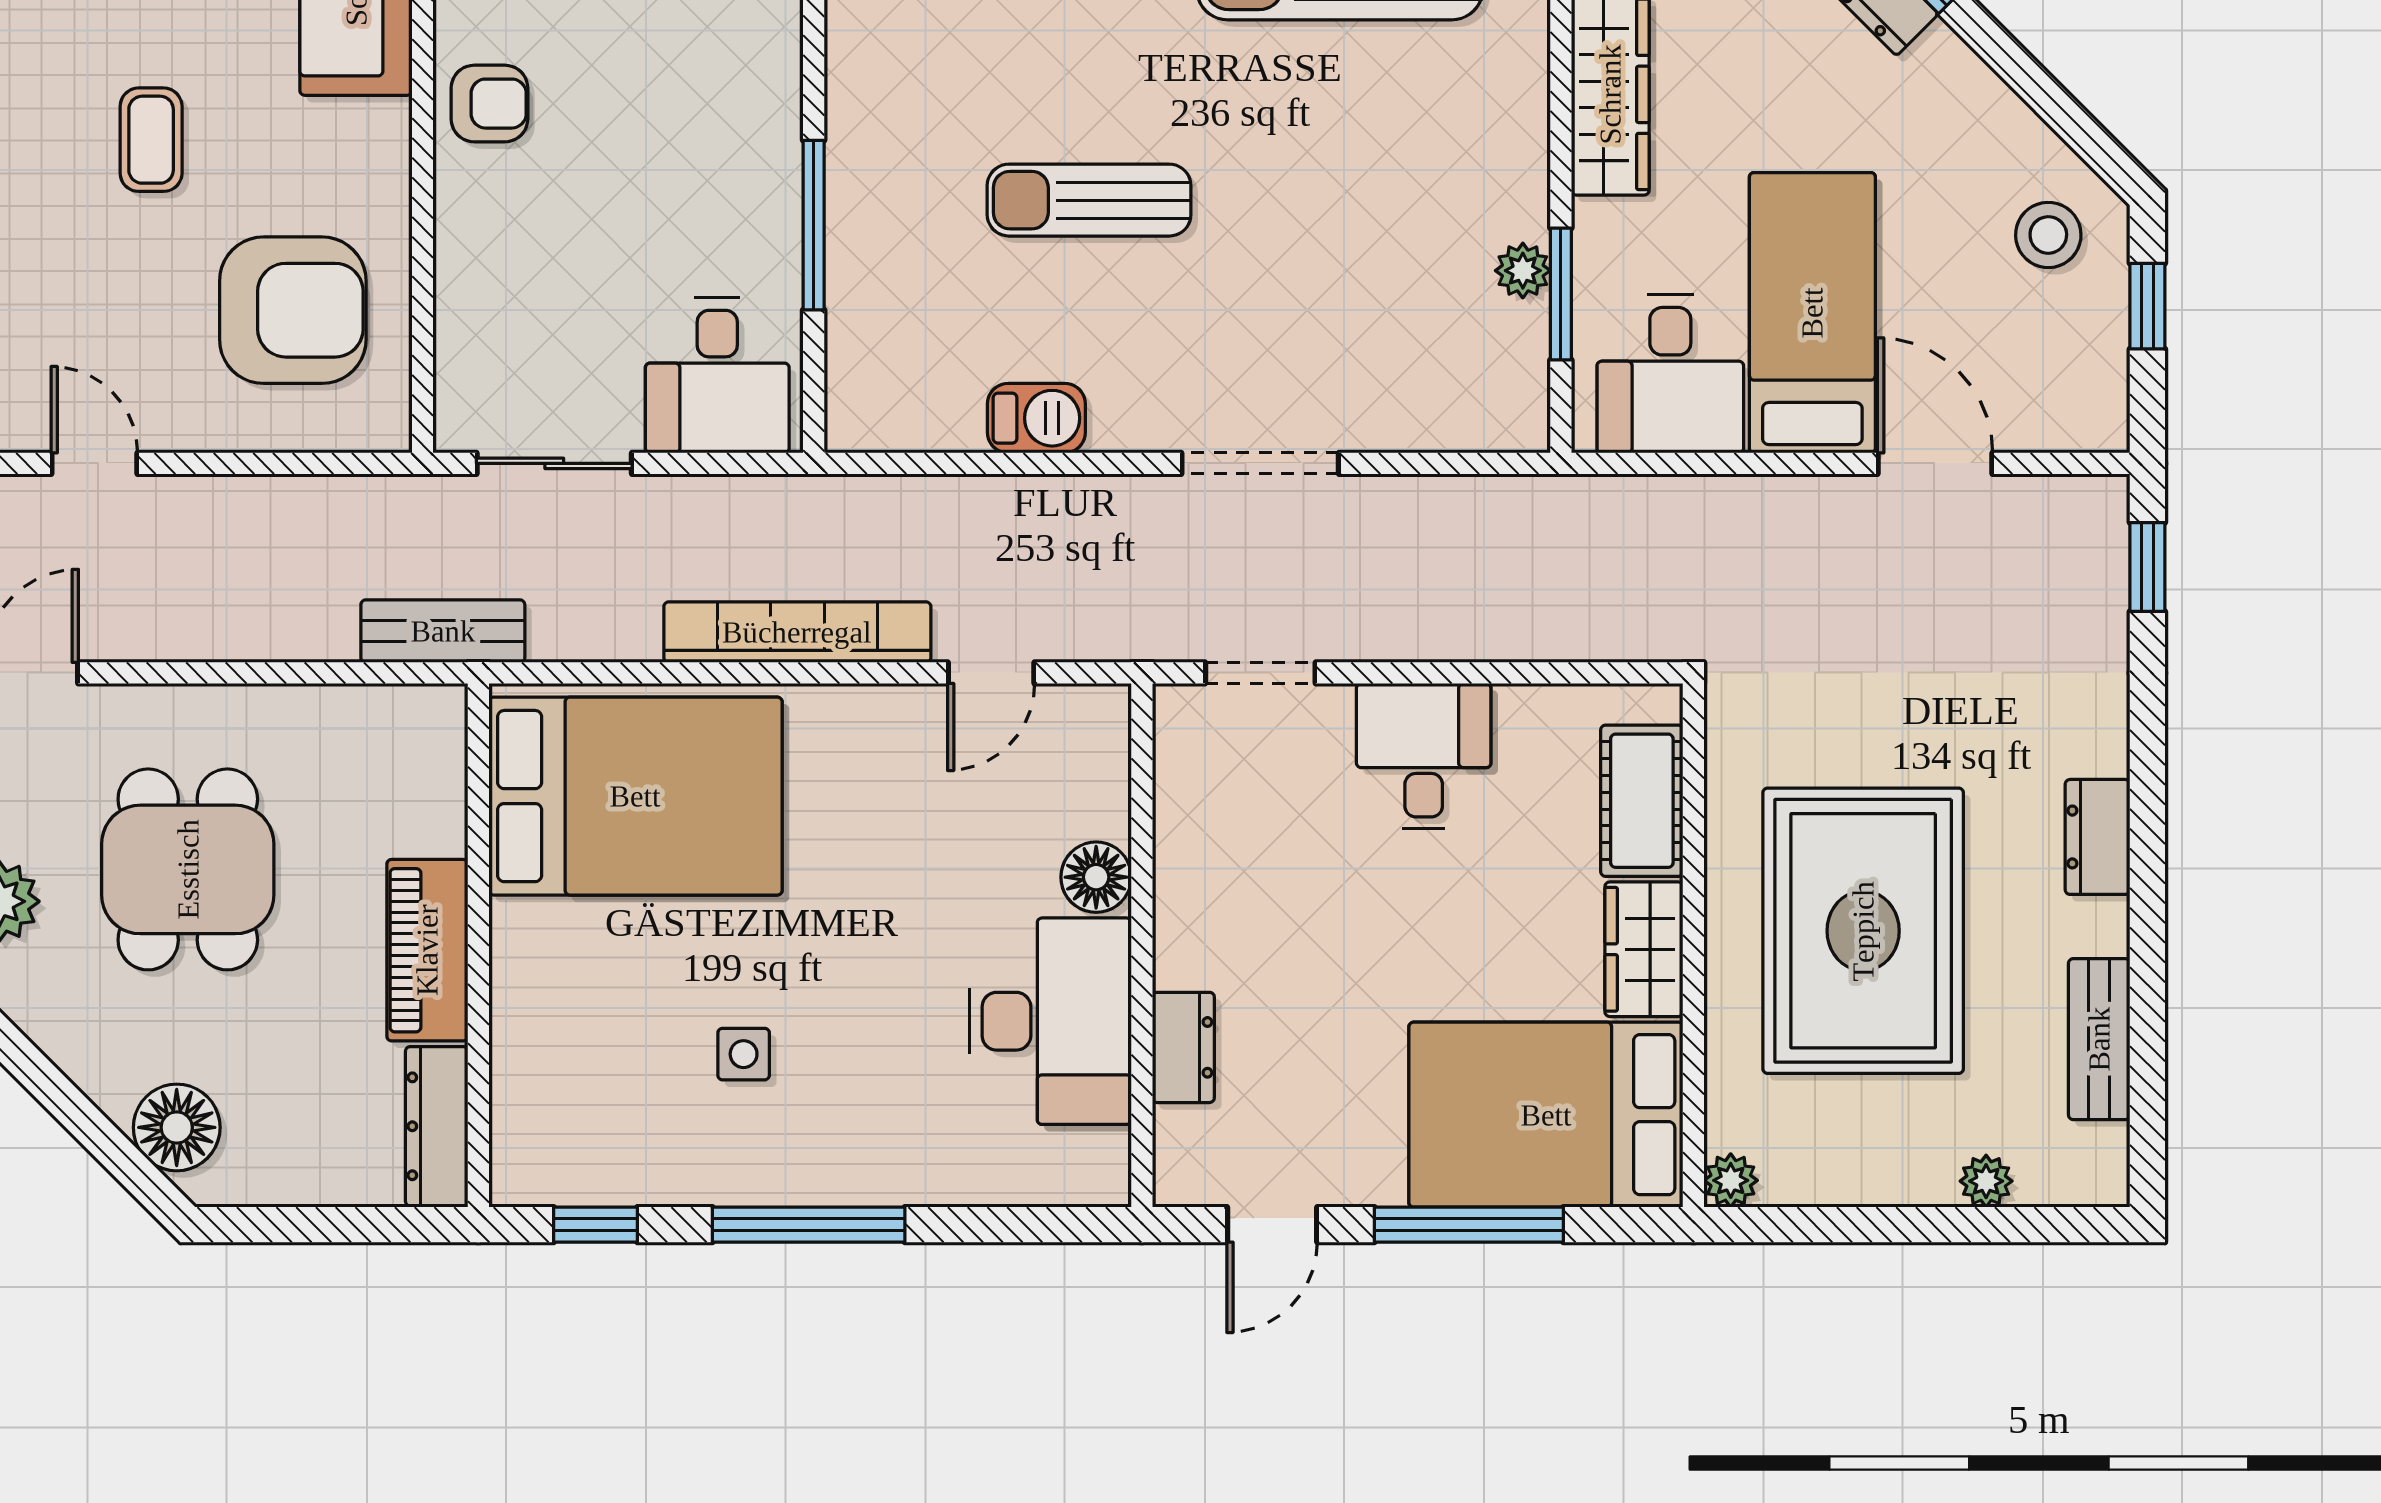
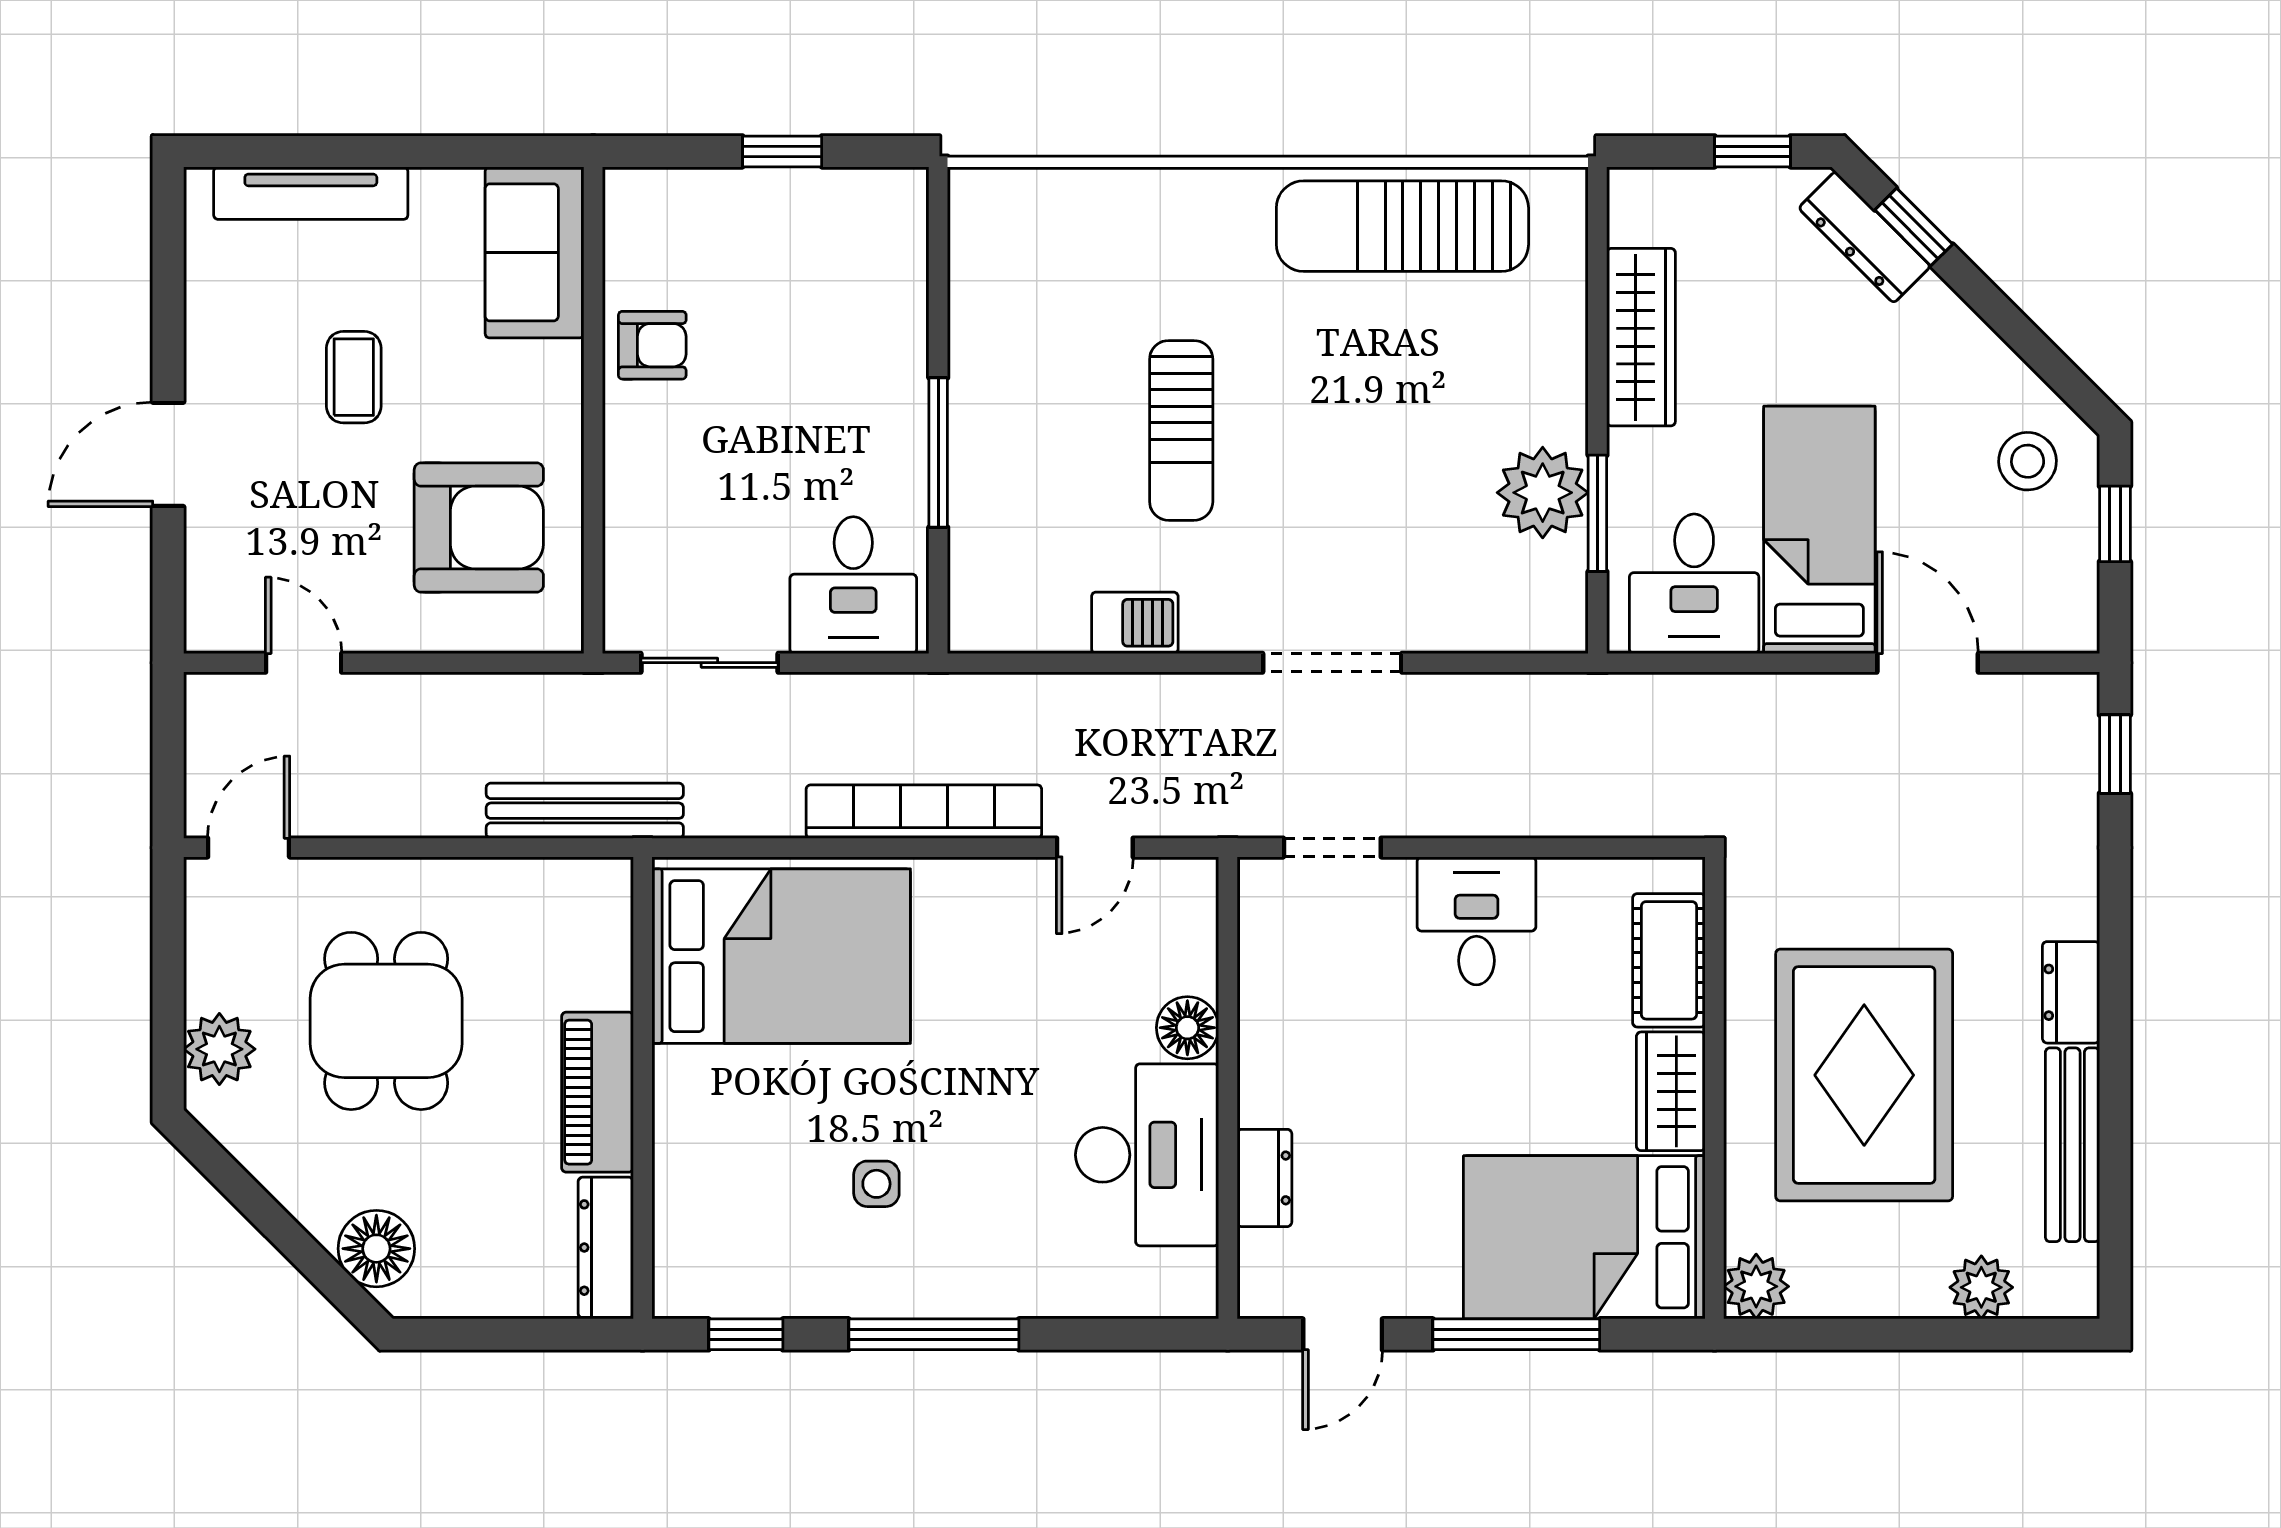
sun lounger: (1089, 200) -> (1181, 430), turned -90
plant: (1523, 271) -> (1543, 493), width x1.87, depth x1.87
bench: (443, 631) -> (585, 811), width x1.36
bench: (2099, 1039) -> (2072, 1145), width x1.36
plant: (1731, 1180) -> (1756, 1286), width x1.38, depth x1.38
plant: (1986, 1181) -> (1981, 1287), width x1.38, depth x1.38

